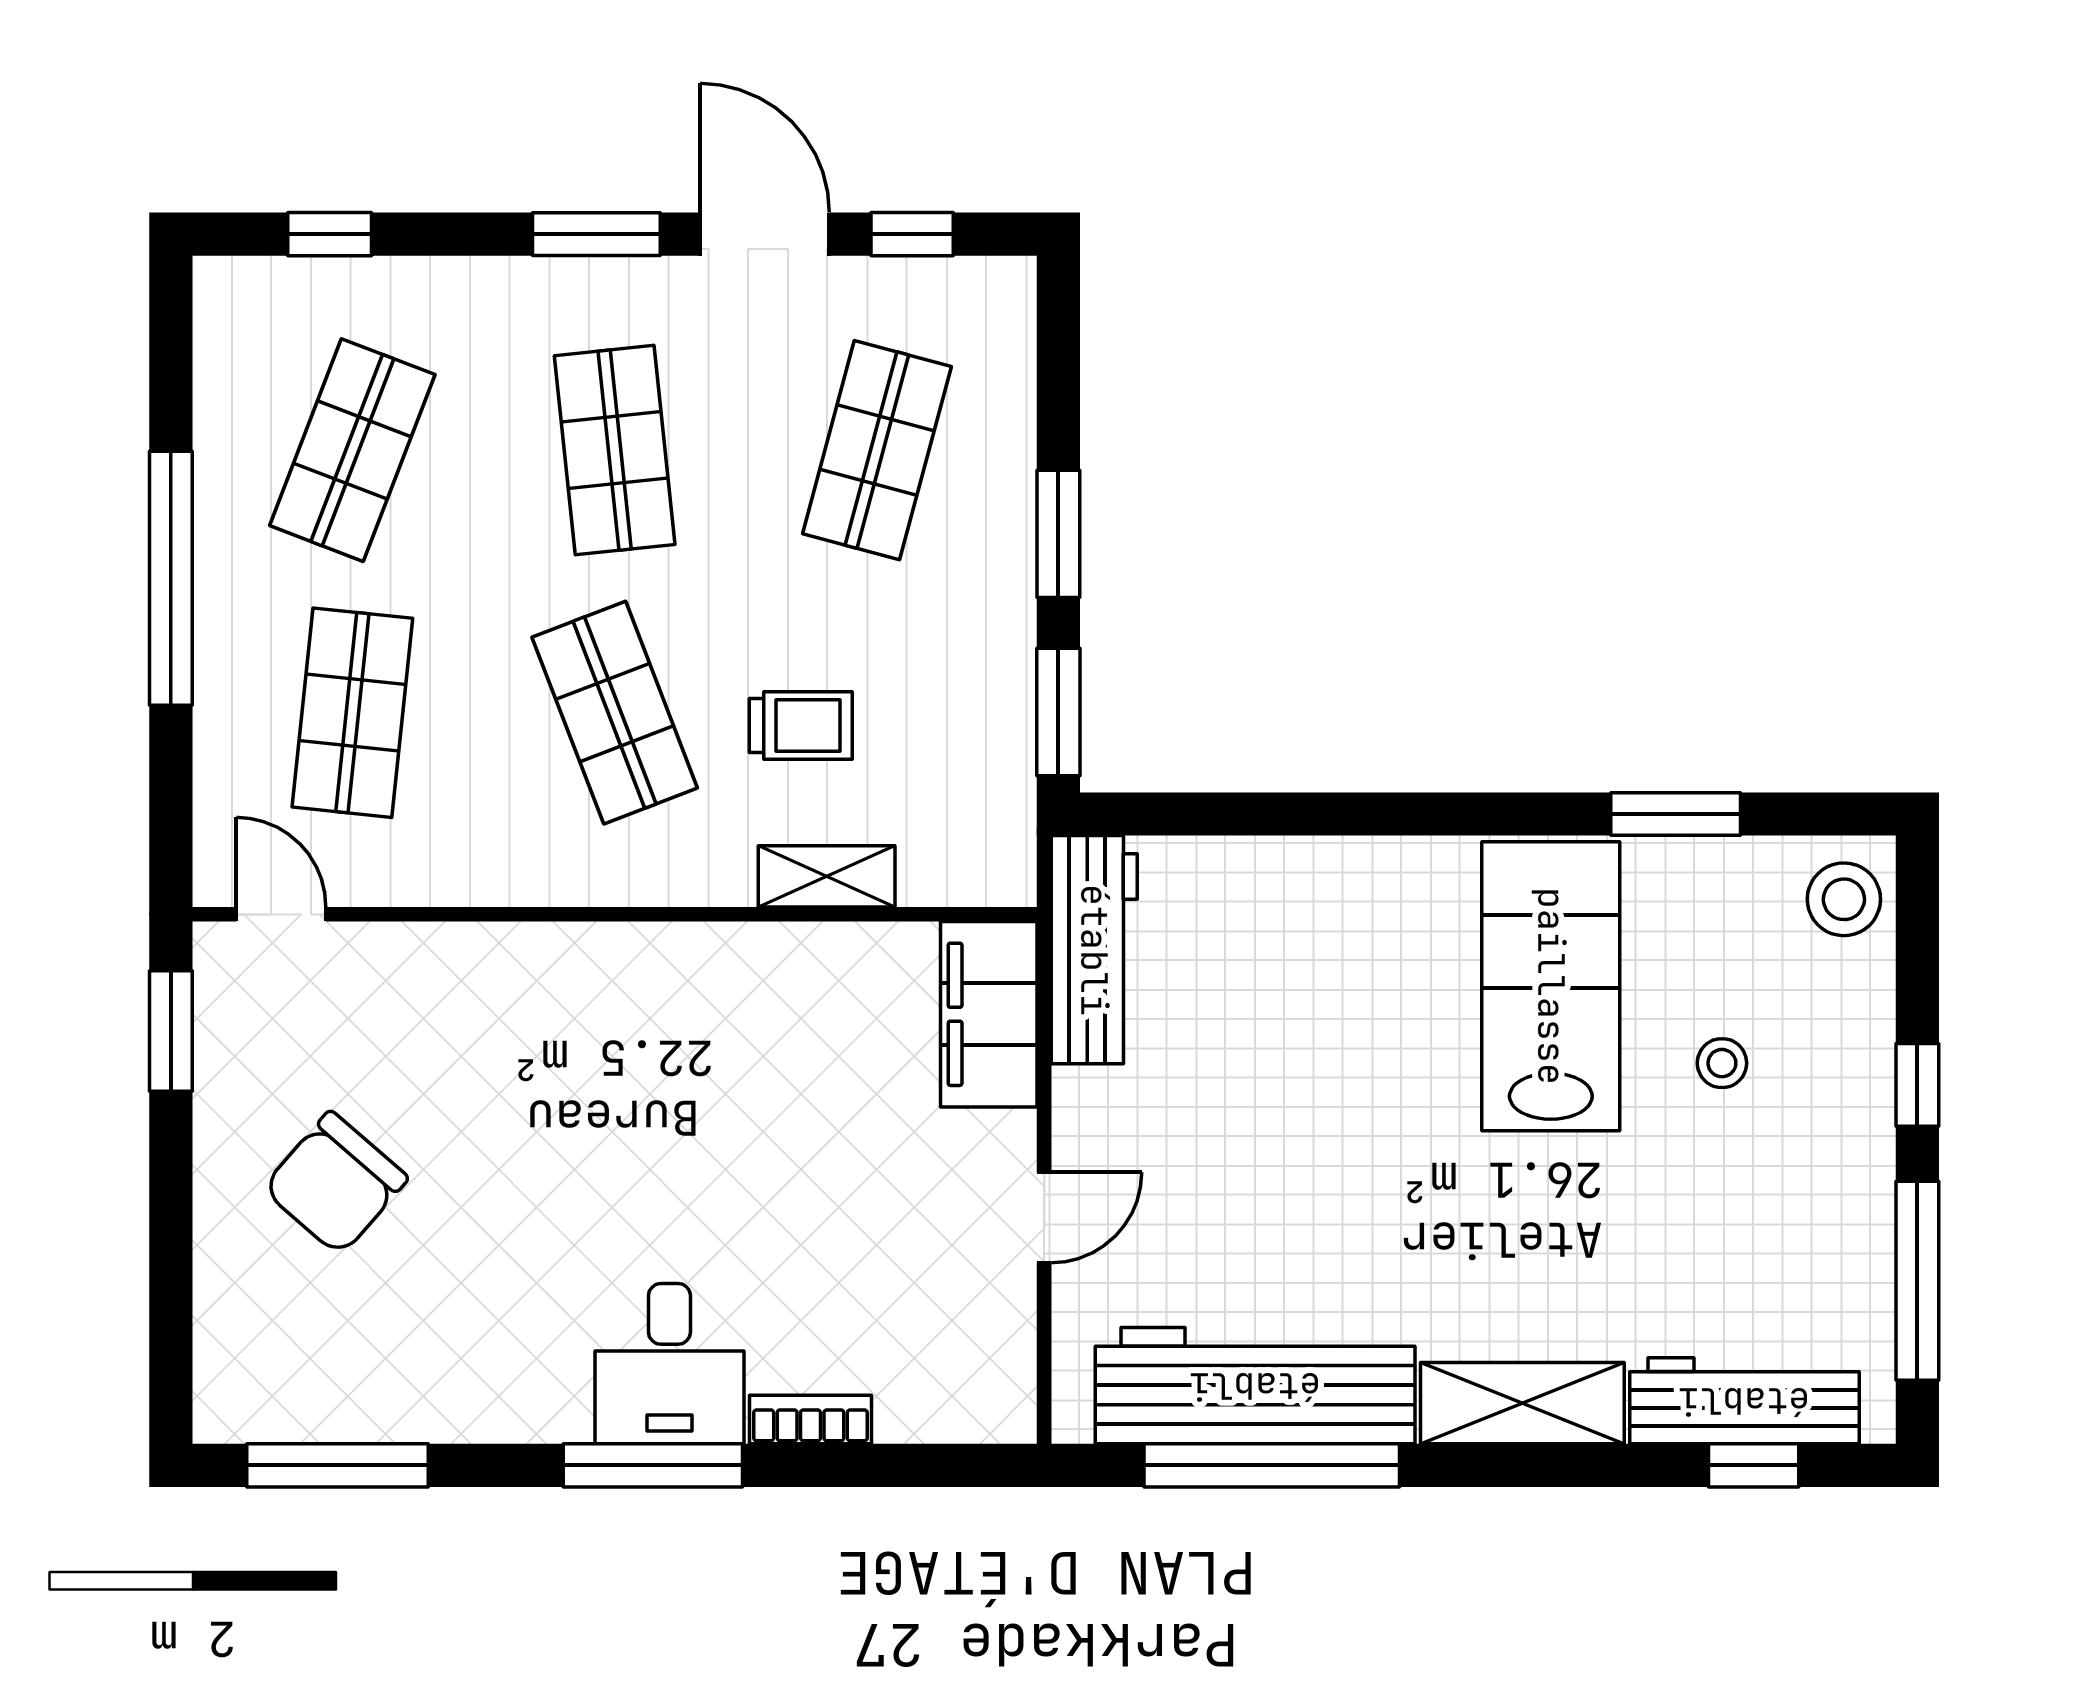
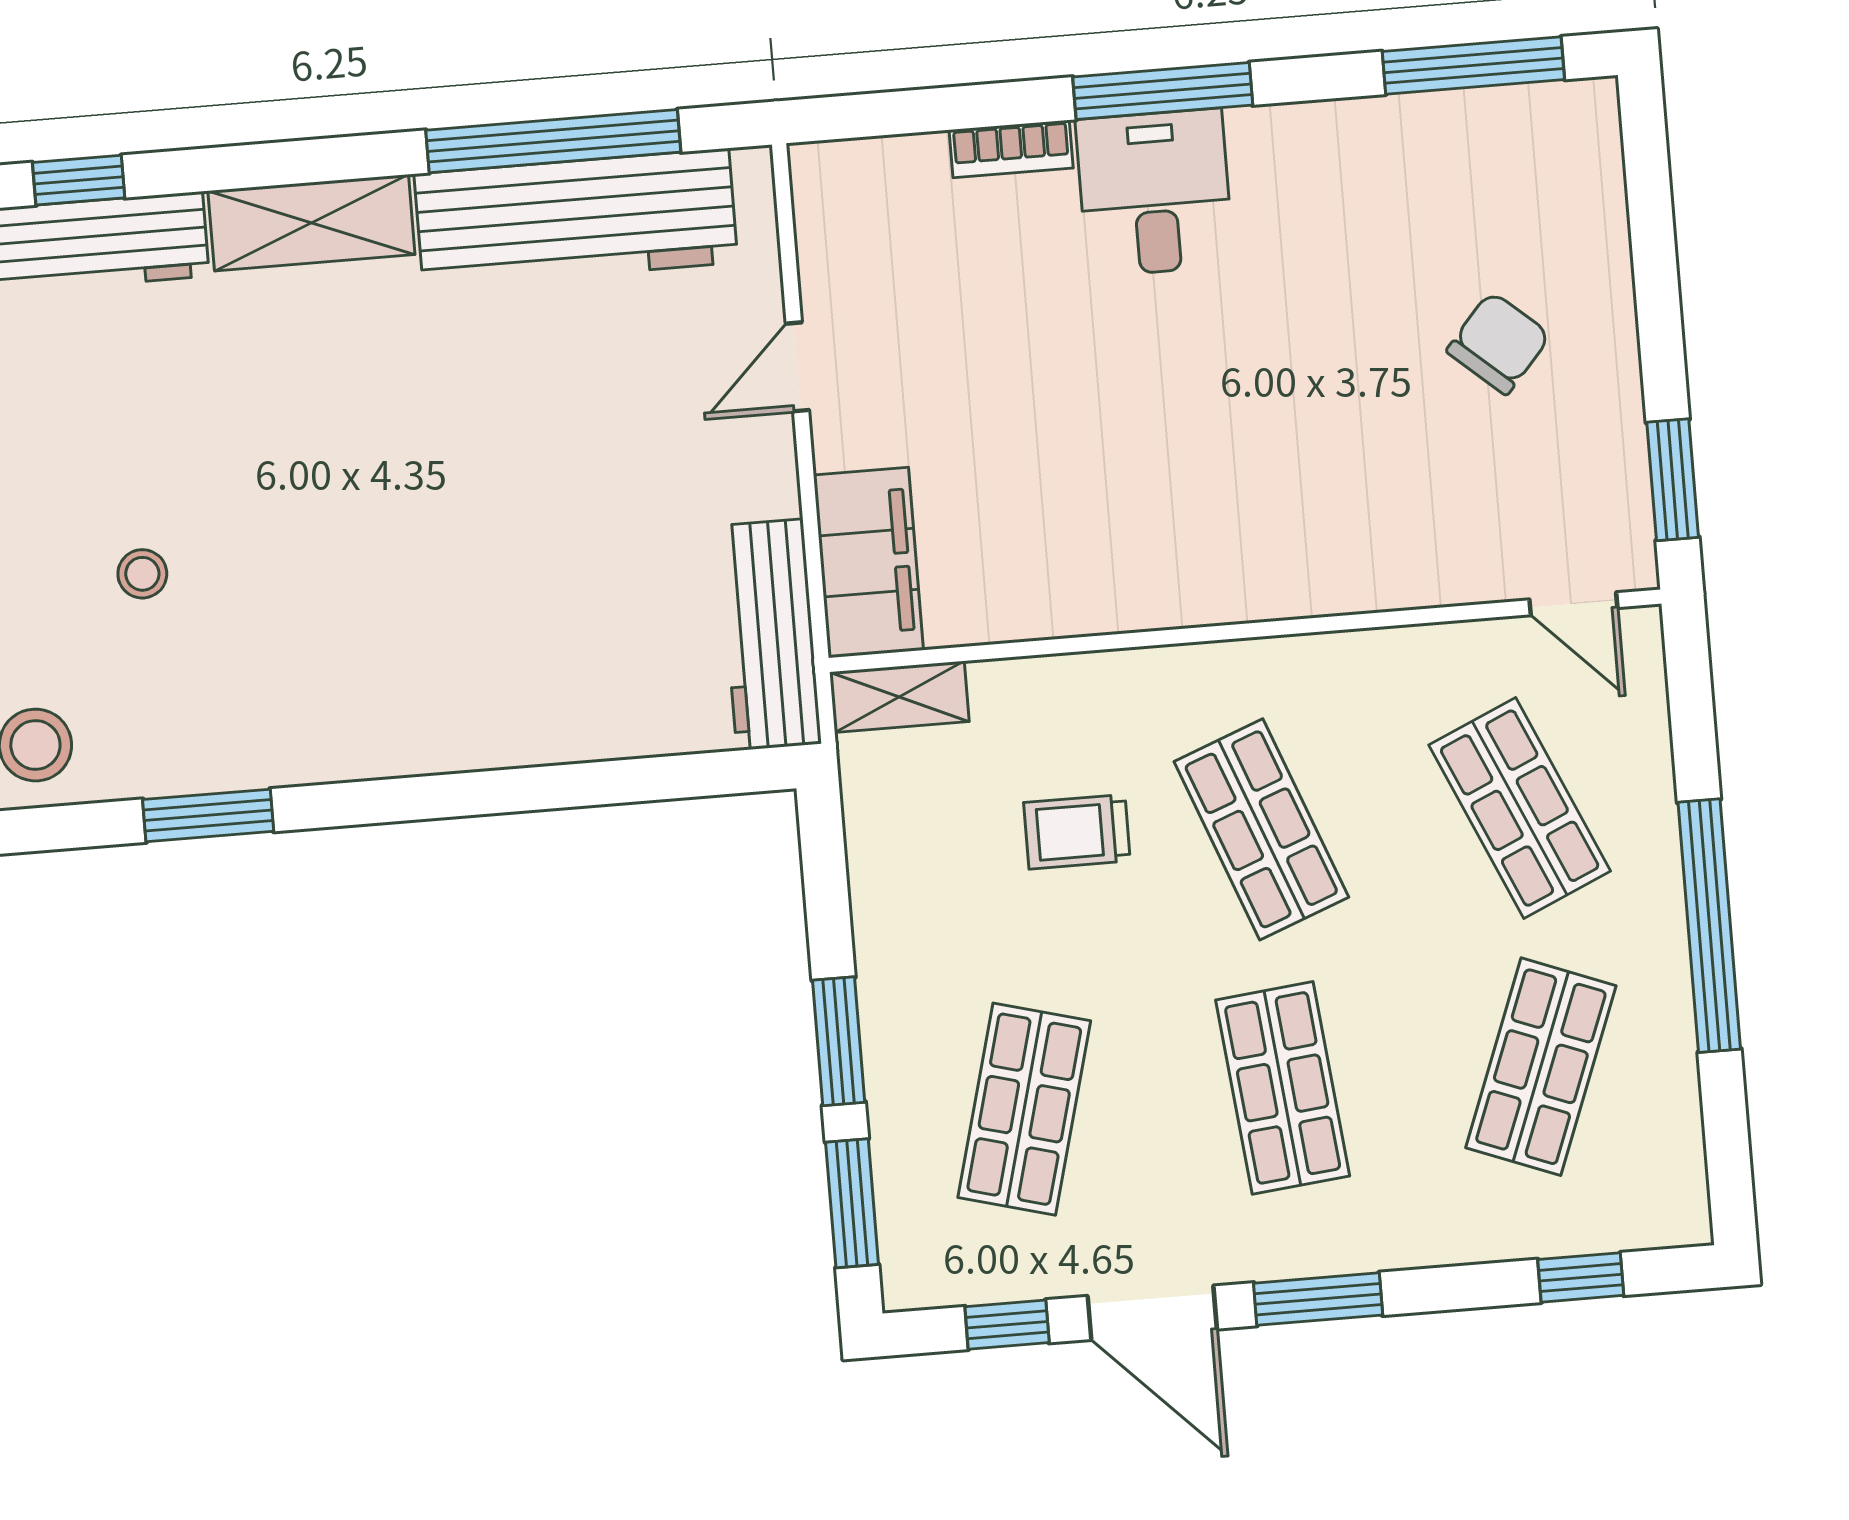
window: (1058, 712) -> (852, 1203), moved
shop shelf: (352, 713) -> (1520, 808), turned -30
shelving: (827, 876) -> (899, 697), moved
lab bench: (1551, 986) -> (317, 636), removed
chair: (335, 1183) -> (1498, 343), width x0.73, depth x0.73

